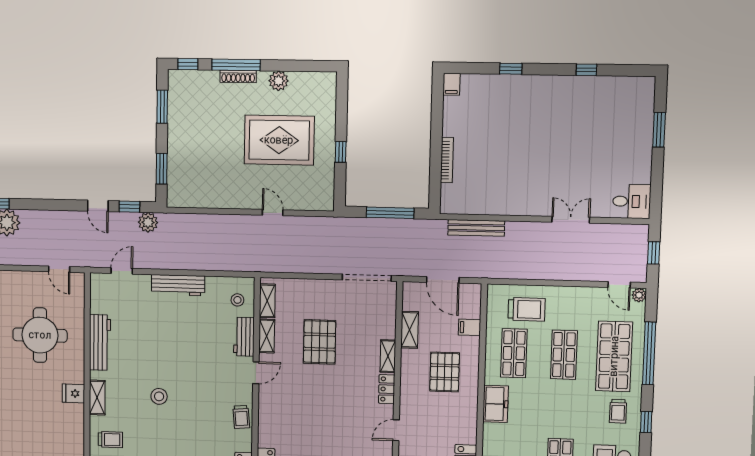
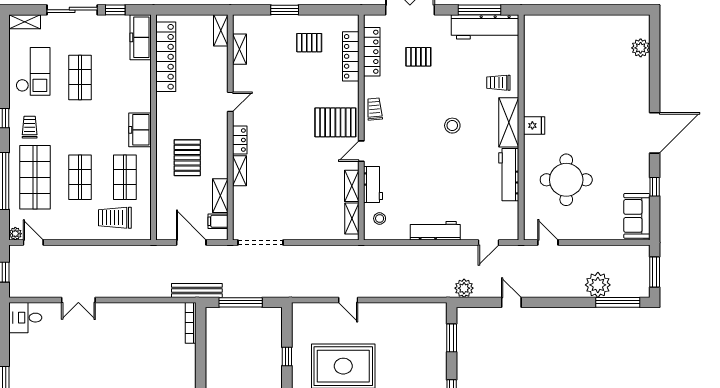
bookcase: (447, 160) -> (191, 323), moved
window: (129, 207) -> (482, 302), removed
bench: (476, 228) -> (197, 290), moved
filing cabinet: (470, 327) -> (218, 221), moved, turned 180
pallet: (320, 342) -> (335, 122), moved, turned 90
shelving: (97, 398) -> (509, 122), width x1.50, depth x1.33

